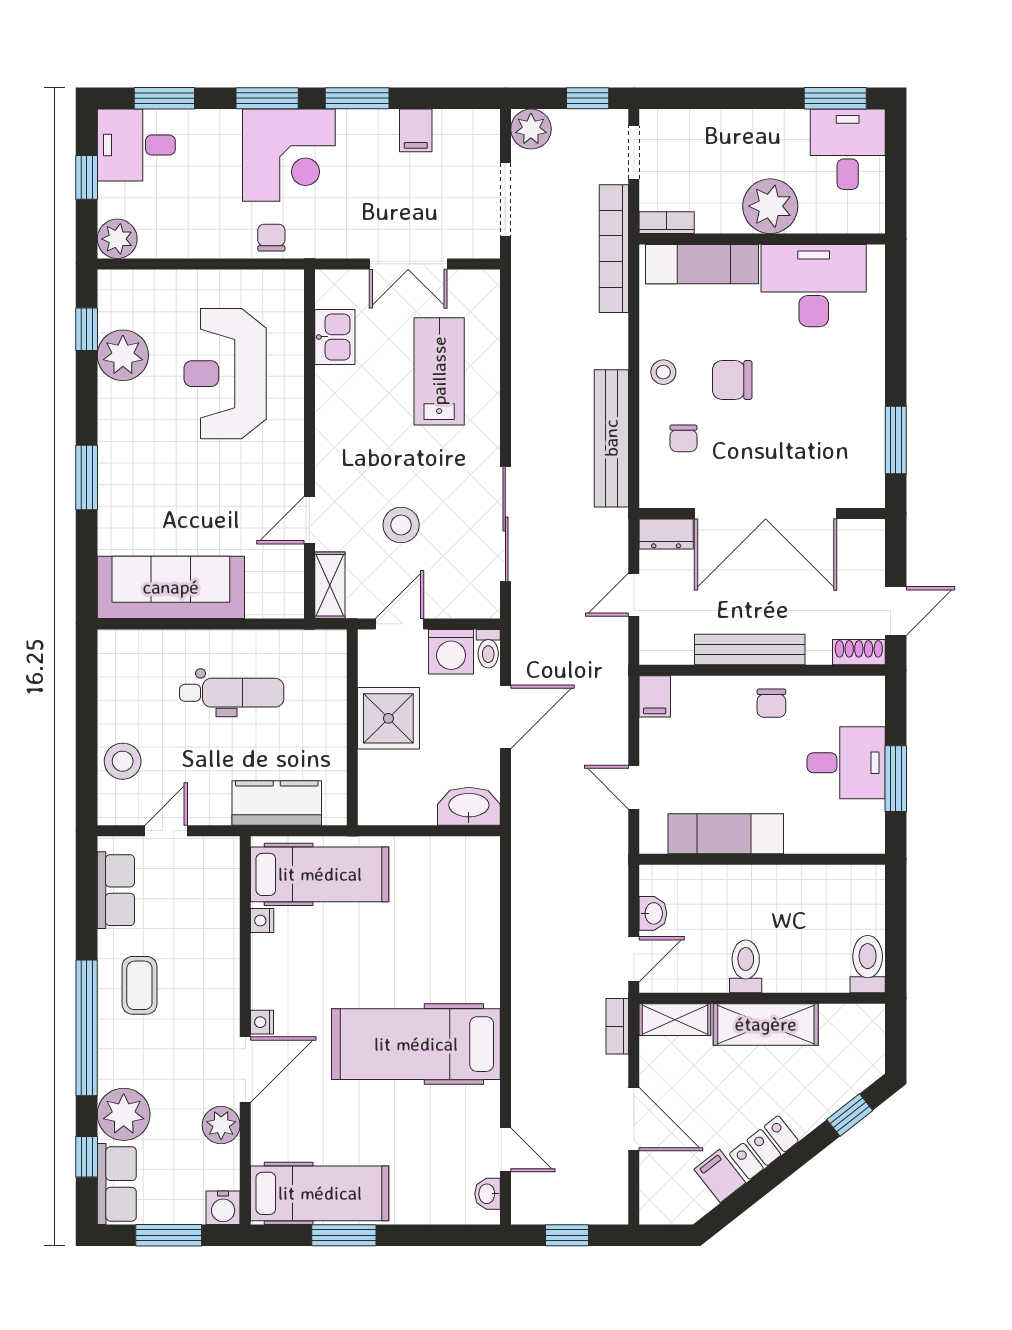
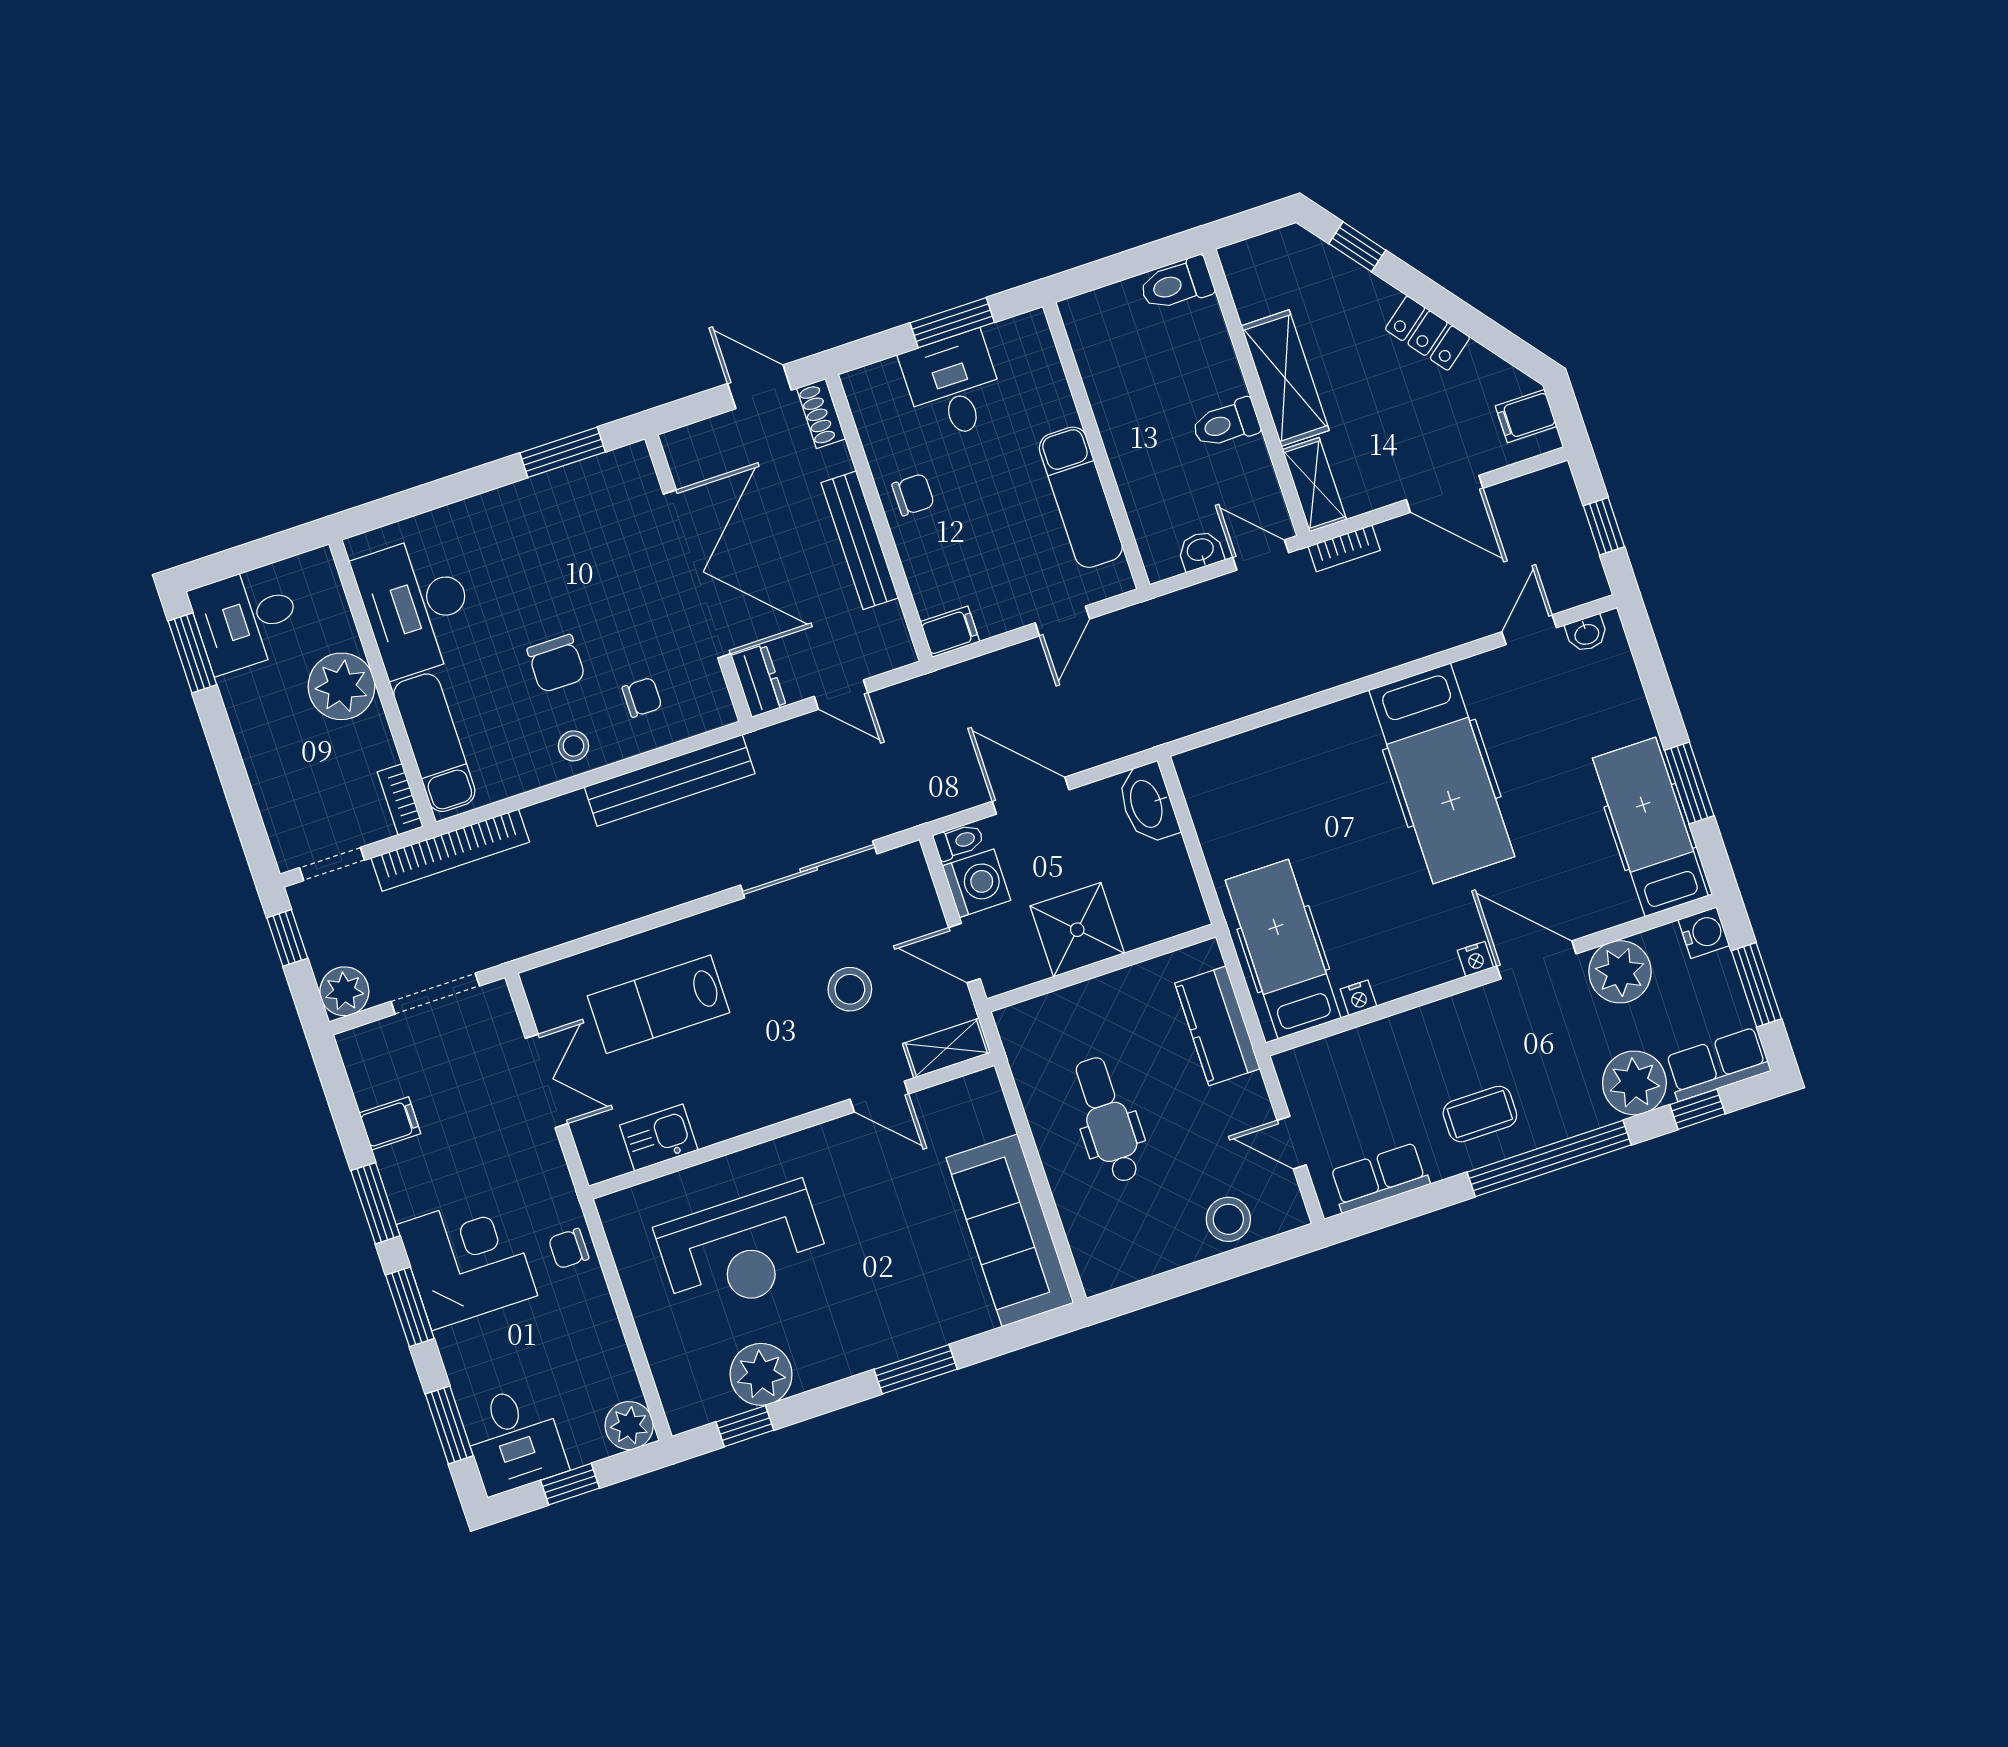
door: (634, 1119) -> (1445, 494), swing flipped
plant: (221, 1125) -> (1620, 972), width x1.36, depth x1.36
filing cabinet: (720, 1176) -> (1526, 416), moved, turned 38

